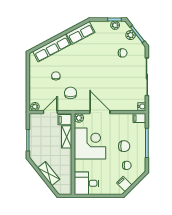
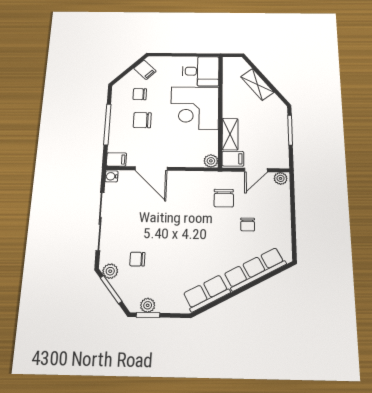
plant: (131, 35) -> (110, 271), moved
door: (100, 112) -> (151, 169), moved
corner desk: (90, 143) -> (195, 108), moved

